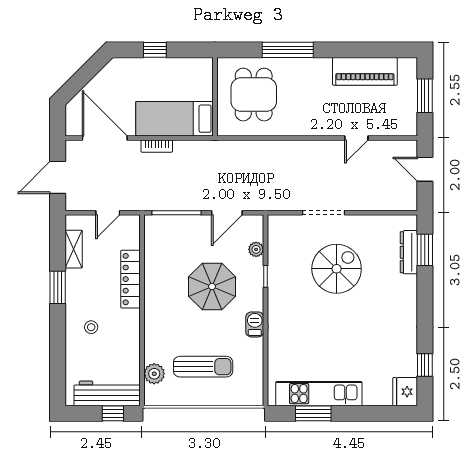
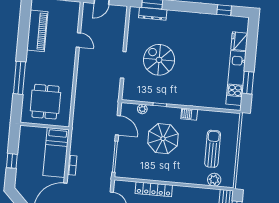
dining table: (254, 95) -> (45, 102), turned 90
fridge: (405, 392) -> (239, 41), moved, turned 90

